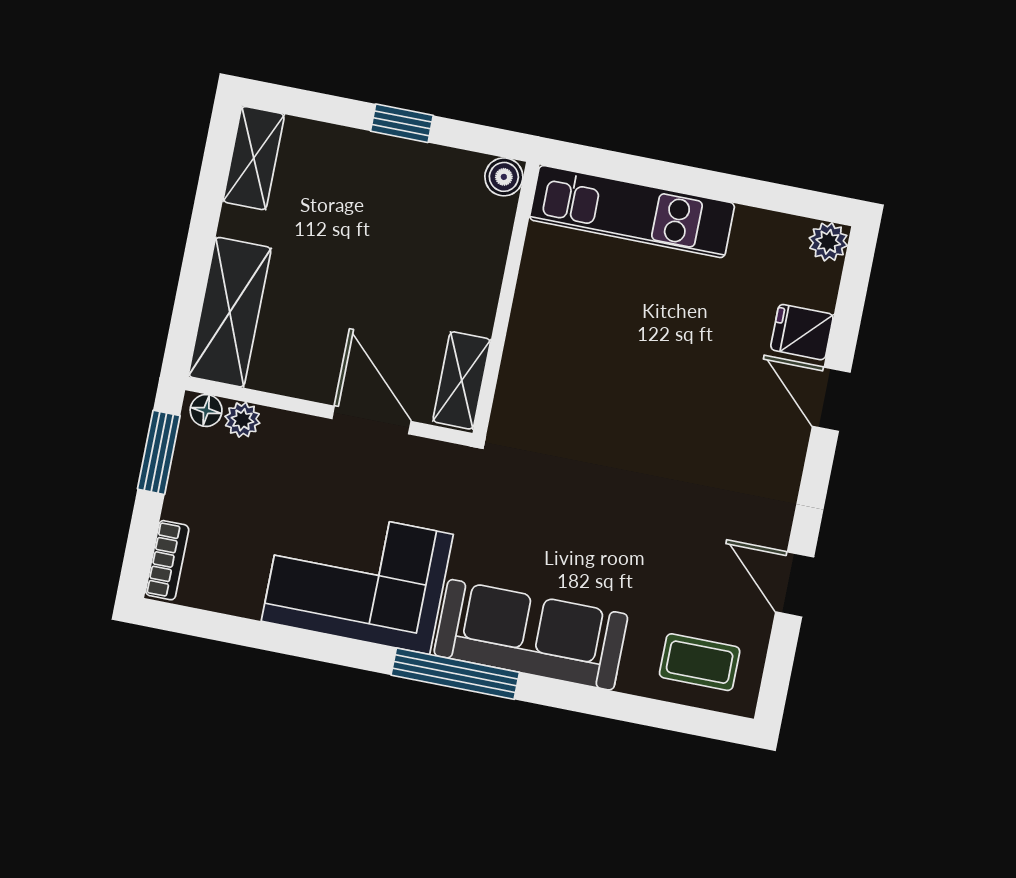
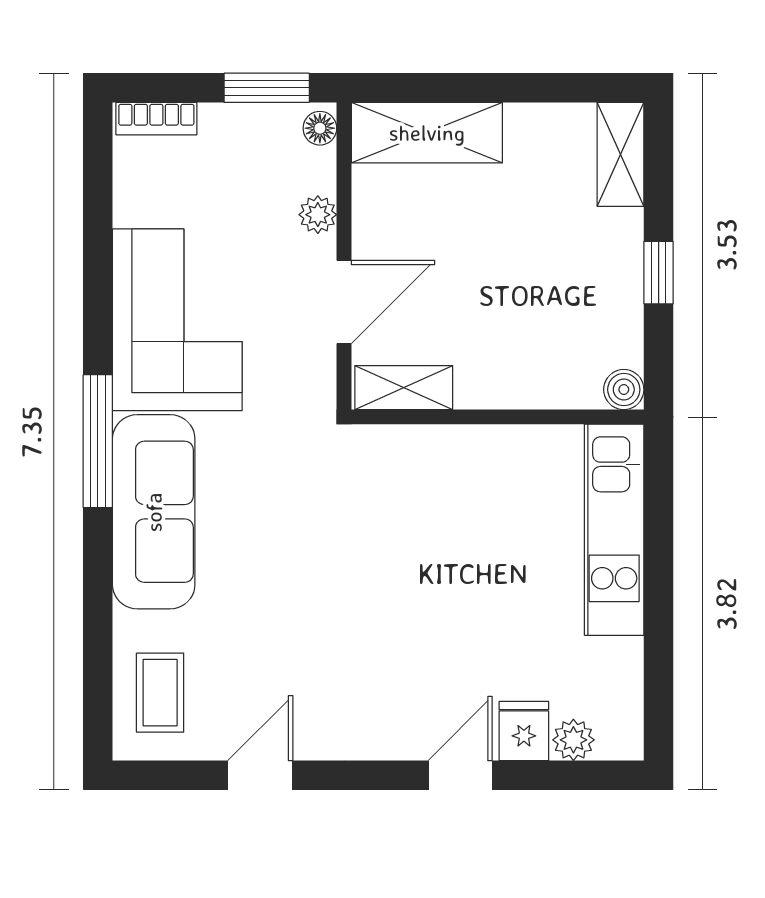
shelving: (254, 158) -> (621, 154), moved, turned 90
plant: (828, 242) -> (573, 740), moved
plant: (242, 420) -> (318, 215), moved

